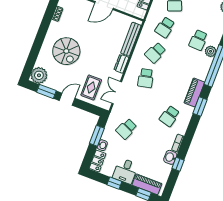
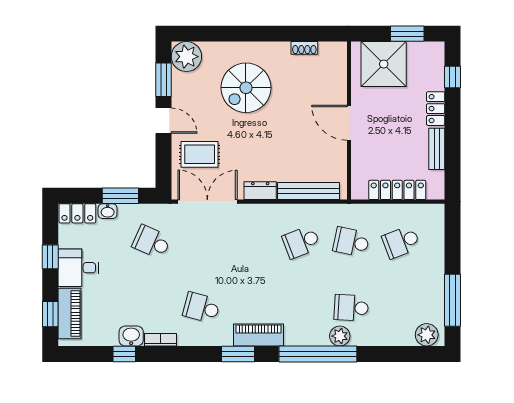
school desk: (155, 53) -> (301, 242), turned -45
school desk: (146, 78) -> (251, 242), removed
double door: (117, 93) -> (207, 202), width x1.37

